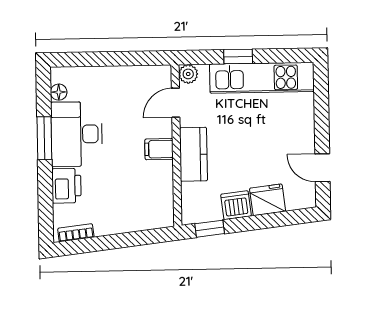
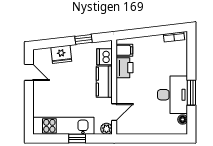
filing cabinet: (159, 149) -> (124, 50), moved
printer: (66, 186) -> (125, 68), moved, turned 180
dishwasher: (236, 205) -> (105, 57), moved, turned 97
window: (210, 229) -> (84, 39), moved

